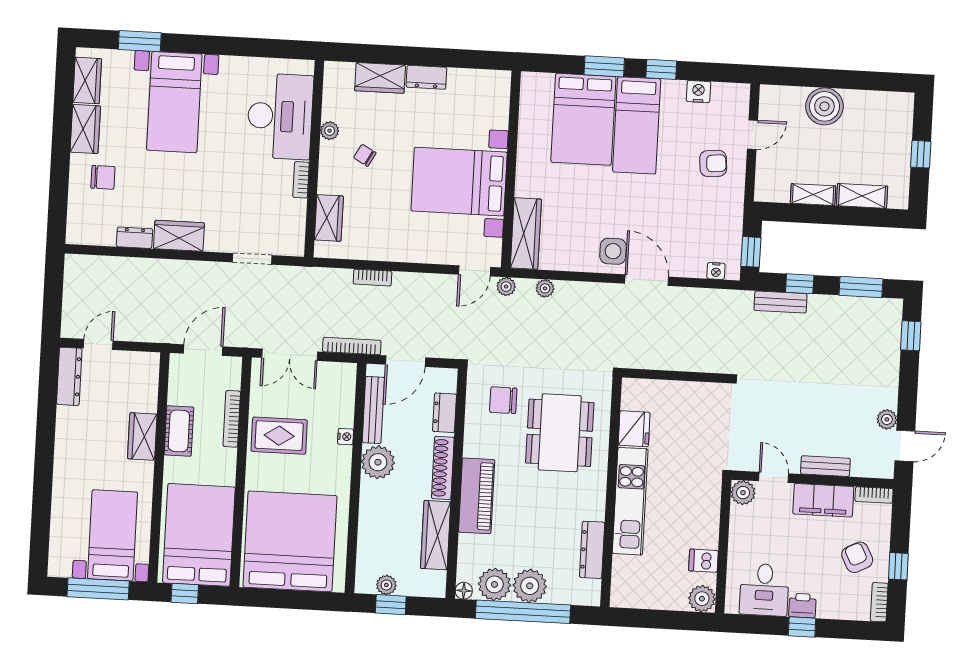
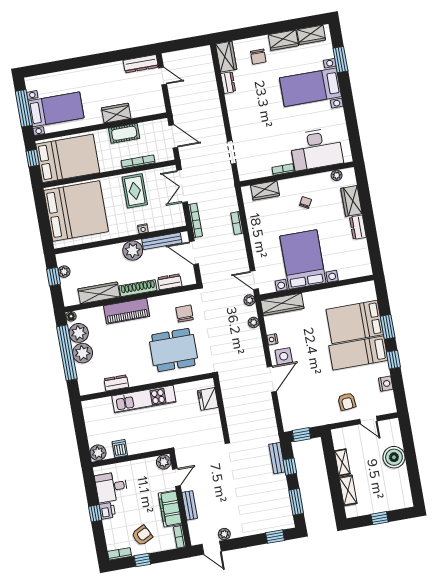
plant: (330, 131) -> (337, 175), moved
wardrobe: (179, 236) -> (226, 57), moved
nightstand: (716, 271) -> (272, 339), moved
fridge: (634, 429) -> (208, 399), moved, turned 90
dresser: (592, 550) -> (116, 383), width x0.70

